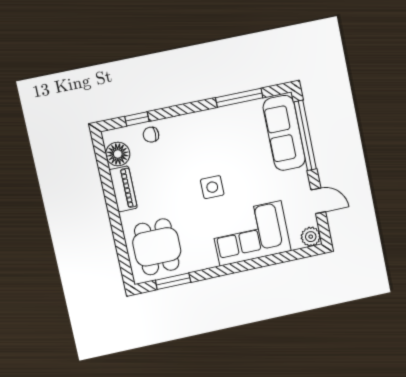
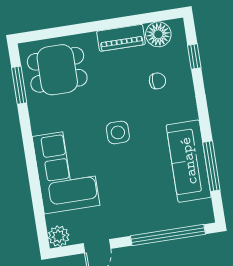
sofa: (284, 133) -> (189, 161), moved, turned -90
chair: (151, 135) -> (157, 81), moved, turned 90

